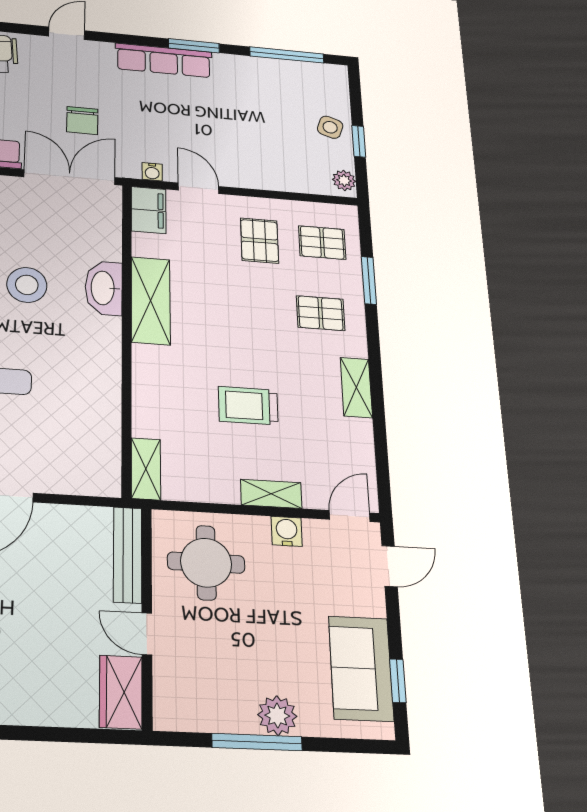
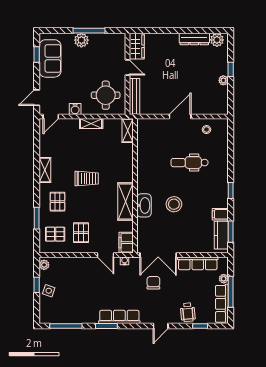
pallet: (321, 313) -> (57, 202), turned 90
trolley: (248, 406) -> (87, 178), moved
shelving: (271, 494) -> (91, 124), moved

